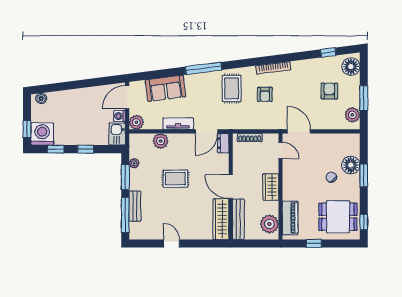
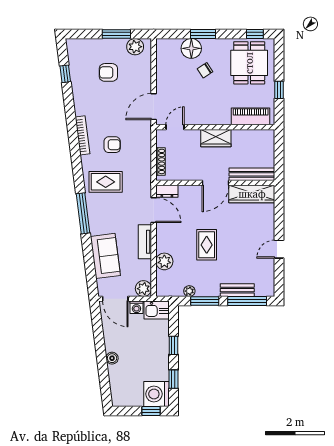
floor lamp: (351, 67) -> (81, 48), removed
boiler: (41, 98) -> (112, 358), moved
plant: (269, 224) -> (257, 140), removed

